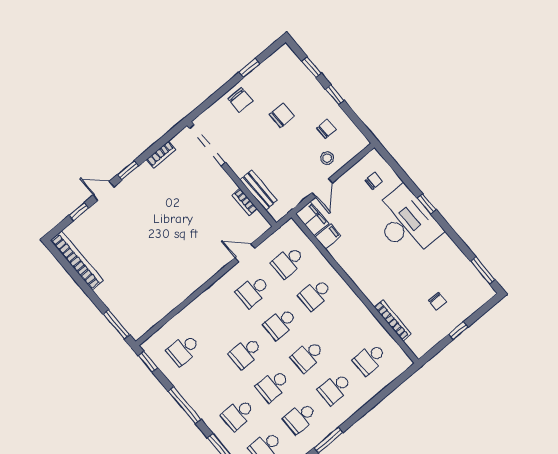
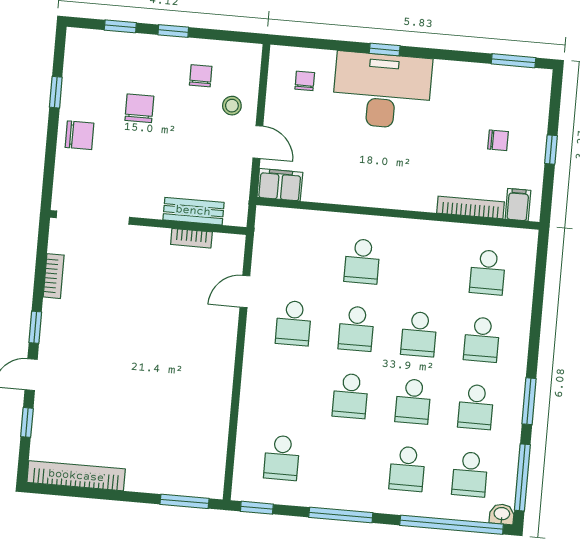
filing cabinet: (328, 236) -> (518, 205), moved
school desk: (288, 262) -> (299, 256), removed

